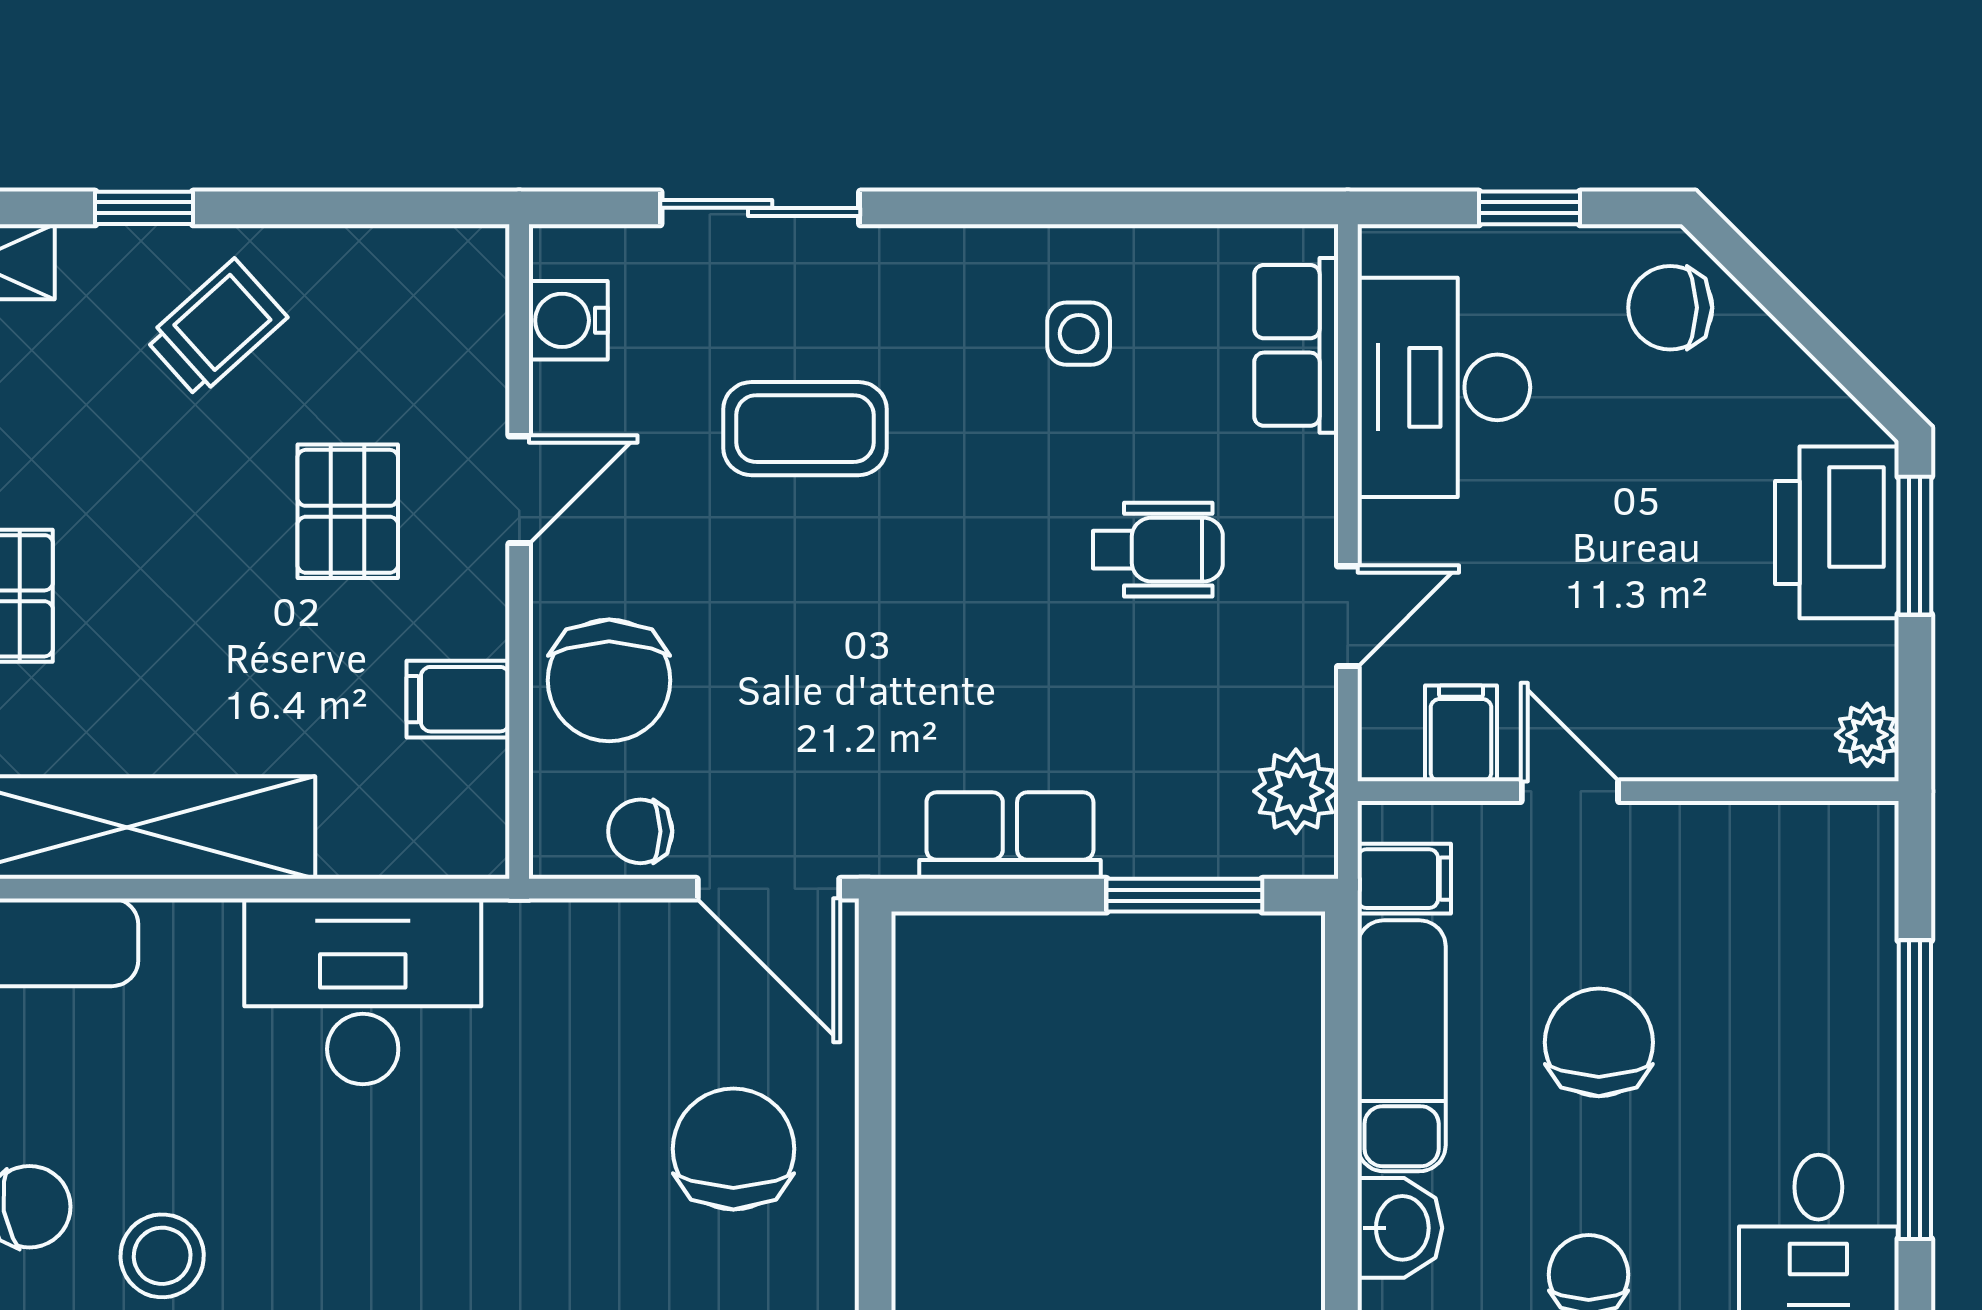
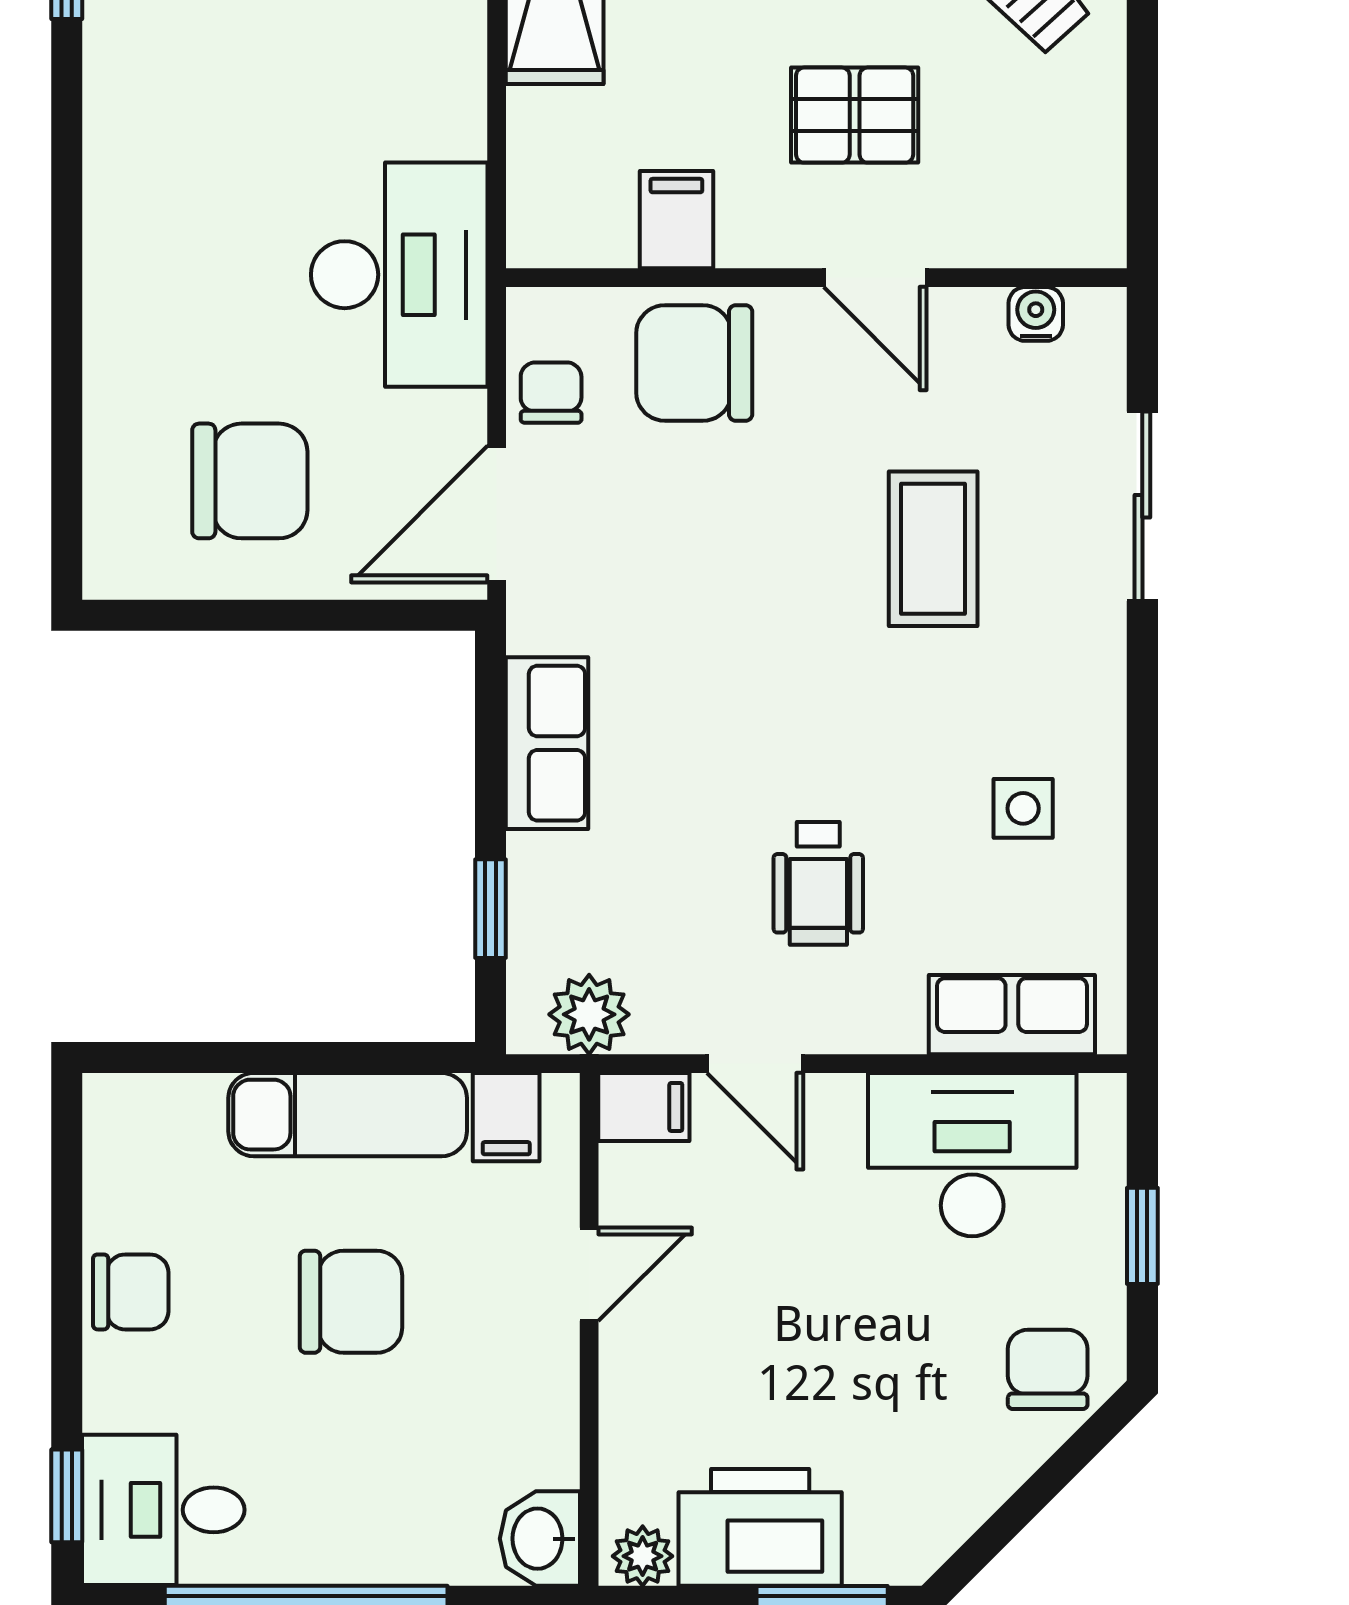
water cooler: (568, 320) -> (1036, 314), width x0.72, depth x0.72
printer: (1837, 532) -> (760, 1527), moved
filing cabinet: (1461, 733) -> (644, 1107), moved
window: (1184, 895) -> (491, 909), width x0.67
desk: (363, 991) -> (399, 275), moved
washbasin: (1400, 1228) -> (540, 1539), moved, turned 90

